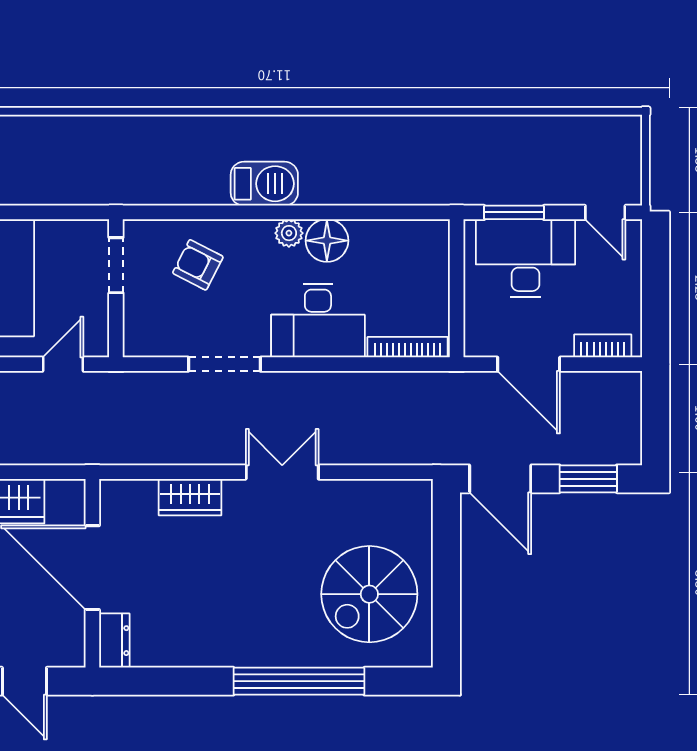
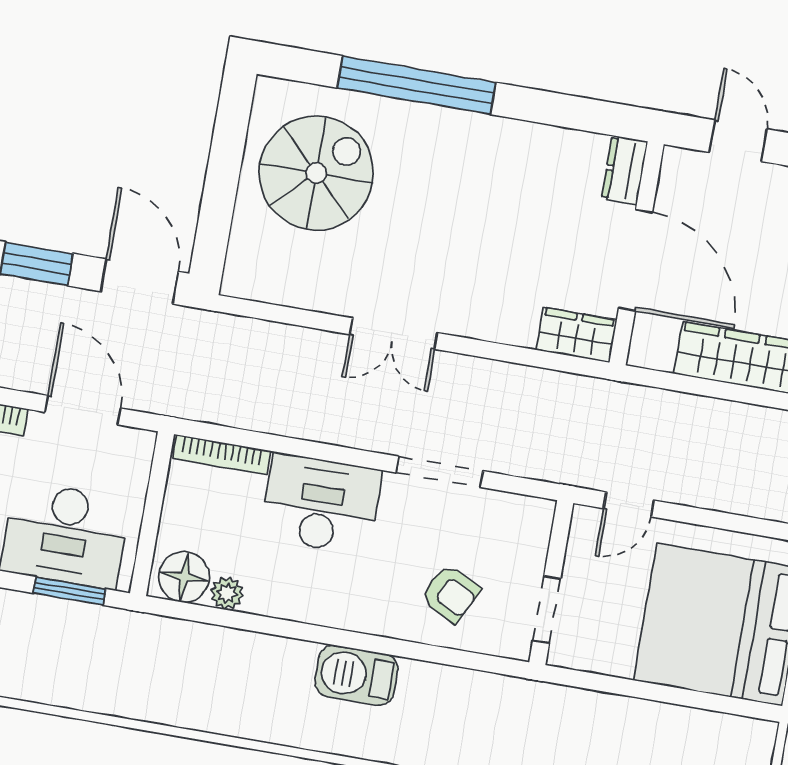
plant: (289, 233) -> (227, 593), moved
floor lamp: (327, 241) -> (184, 577), moved
wardrobe: (190, 497) -> (577, 335), moved

